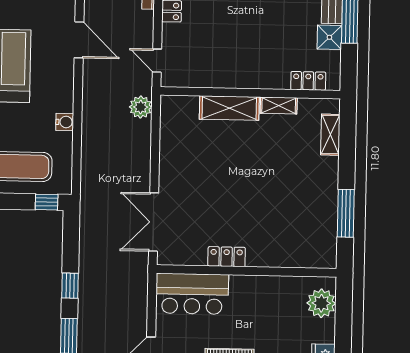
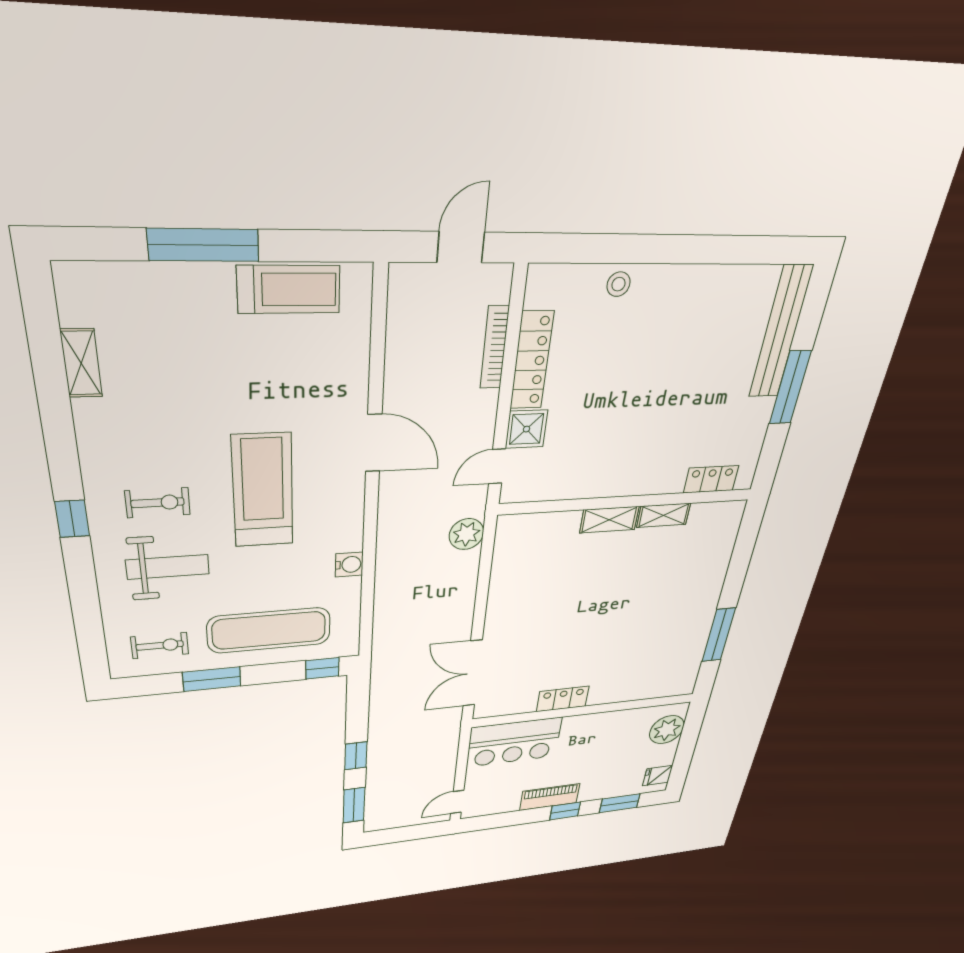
shower: (329, 37) -> (526, 429), moved
door: (157, 61) -> (497, 466), hinge flipped
shelving: (229, 108) -> (609, 520), width x0.67, depth x0.75
shelving: (330, 135) -> (723, 546), removed

